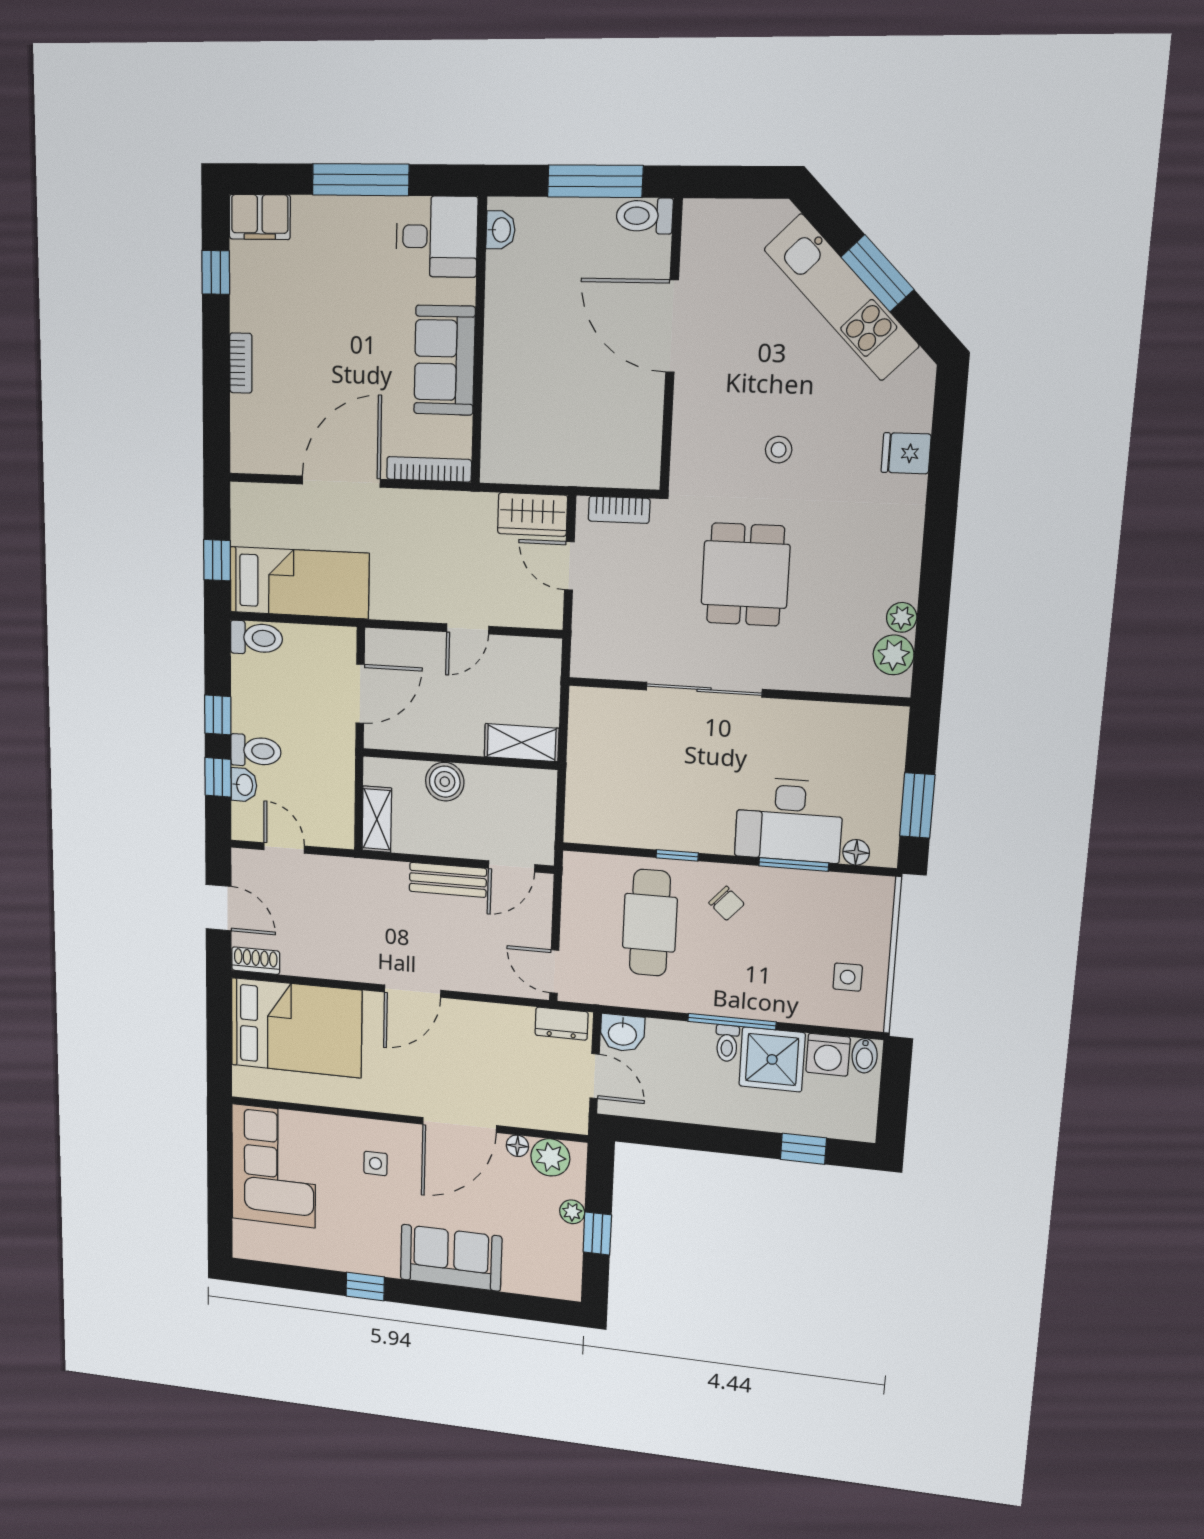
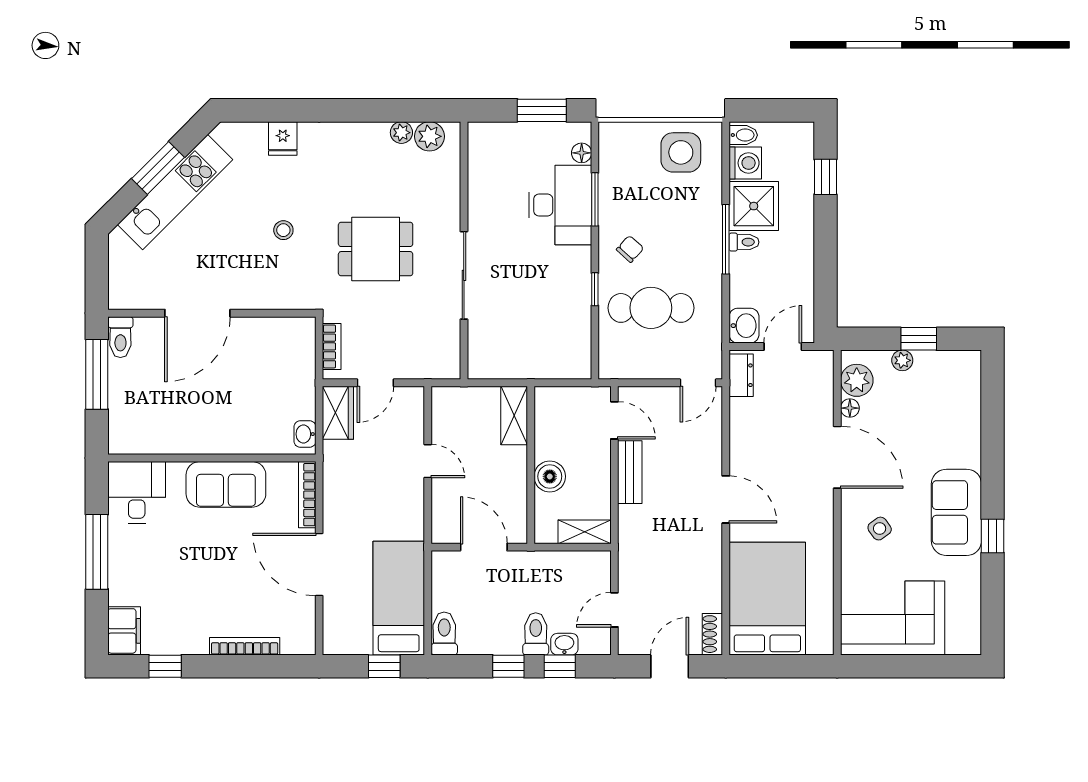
washbasin: (501, 230) -> (305, 434), moved, turned -90
bookcase: (241, 363) -> (245, 646), width x1.56
side table: (848, 977) -> (681, 152), width x1.87, depth x1.87
side table: (376, 1163) -> (880, 529), turned -36
sofa: (451, 1258) -> (956, 512), moved

